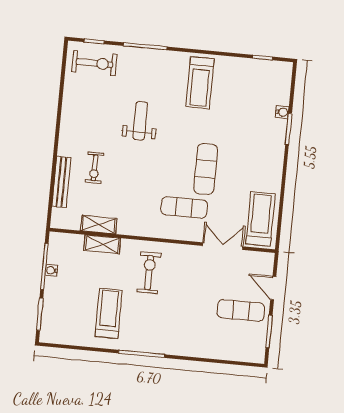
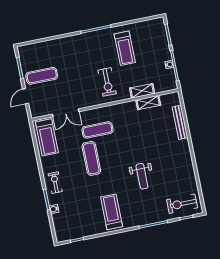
exercise bike: (95, 168) -> (55, 183), moved
door: (273, 288) -> (26, 96), swing flipped

